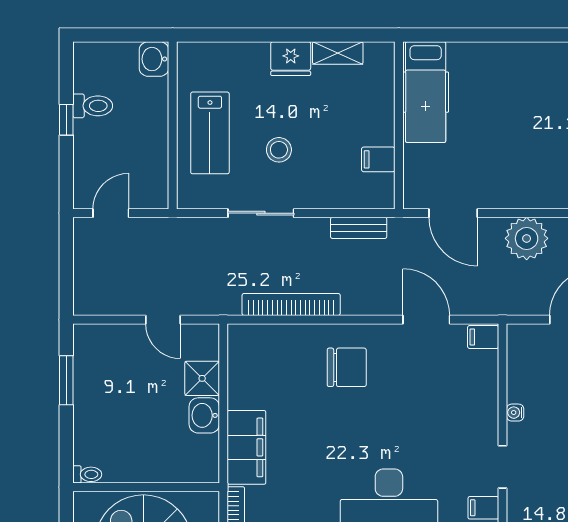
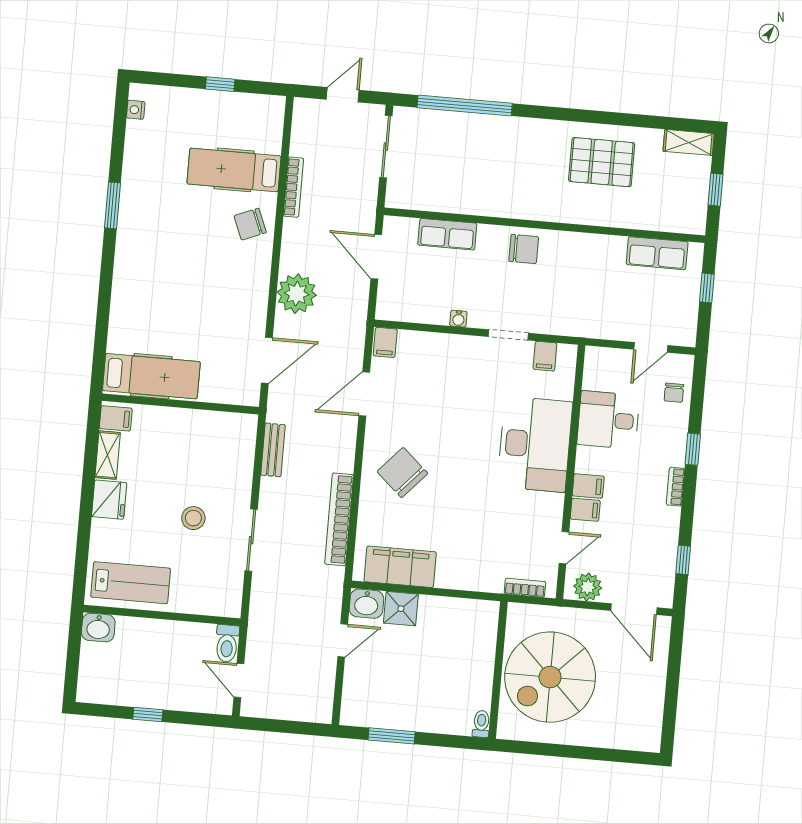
toilet: (93, 106) -> (227, 644), moved, turned 180
lab bench: (210, 133) -> (131, 583), moved
filing cabinet: (378, 159) -> (116, 418), moved, turned -90
chair: (347, 367) -> (402, 473), turned -48
washbasin: (204, 415) -> (366, 604), moved
filing cabinet: (246, 447) -> (400, 567), moved

